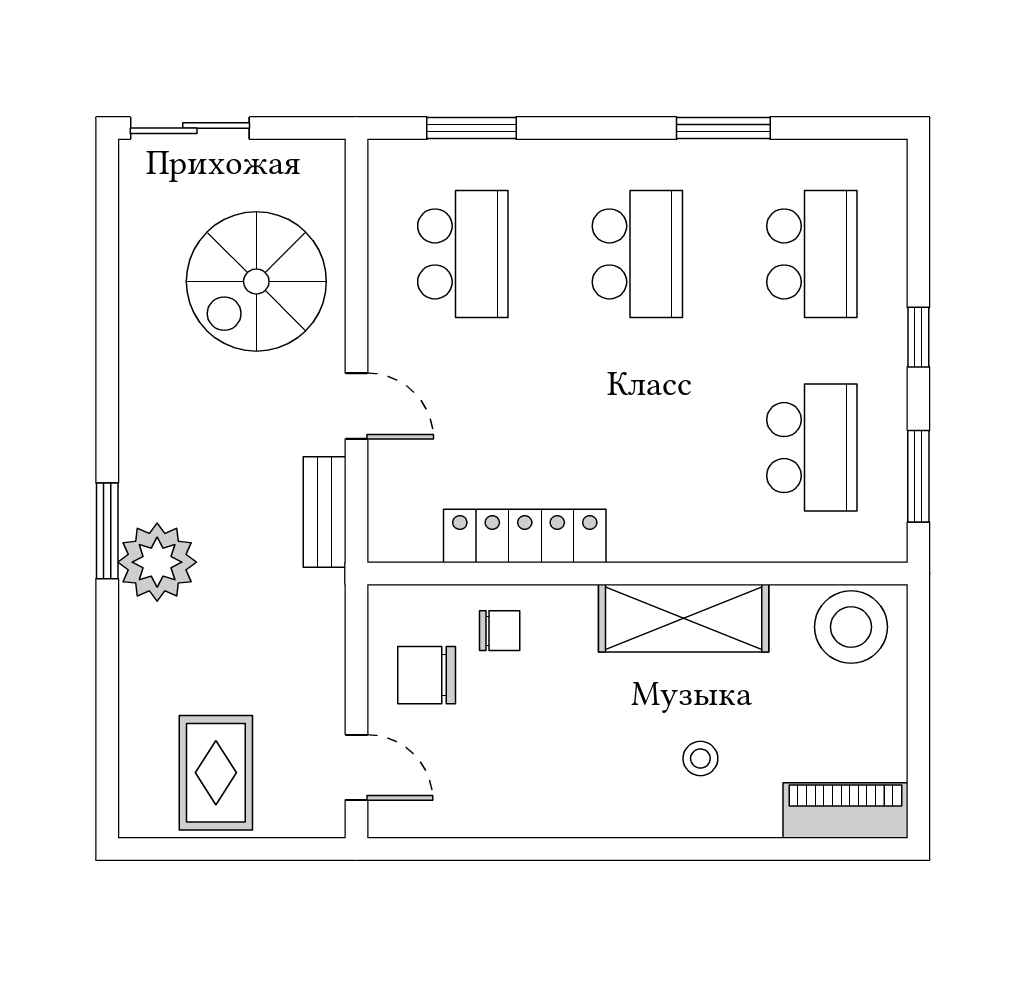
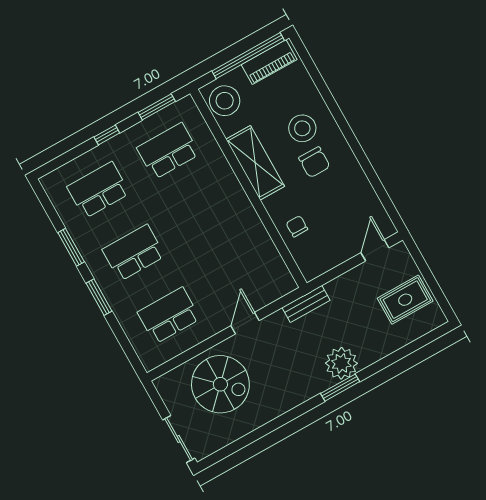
window: (472, 128) -> (99, 297), moved
bench: (325, 512) -> (306, 304), moved
locker: (525, 536) -> (258, 236), removed
chair: (427, 675) -> (314, 162), moved
window: (918, 730) -> (248, 56), added
stool: (700, 758) -> (302, 128), width x1.89, depth x1.89
piano: (845, 811) -> (269, 62), moved, turned -90

